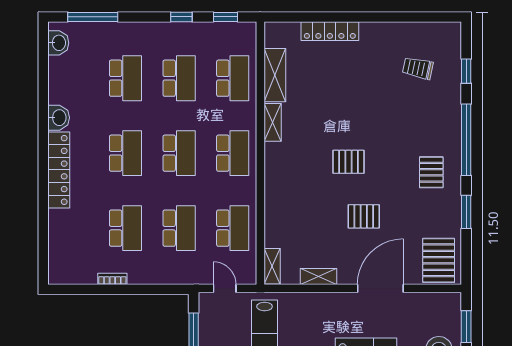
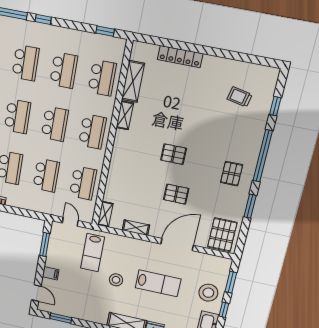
window: (181, 17) -> (43, 19), moved

